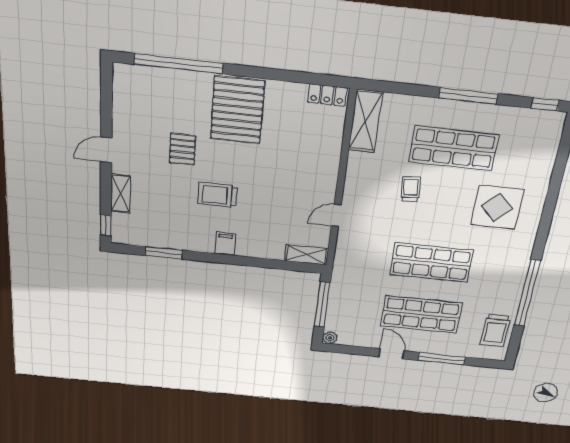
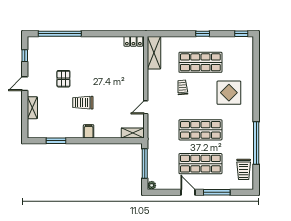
window: (468, 96) -> (203, 34), width x0.46
pallet: (237, 110) -> (90, 54), removed
window: (106, 225) -> (25, 56), moved

